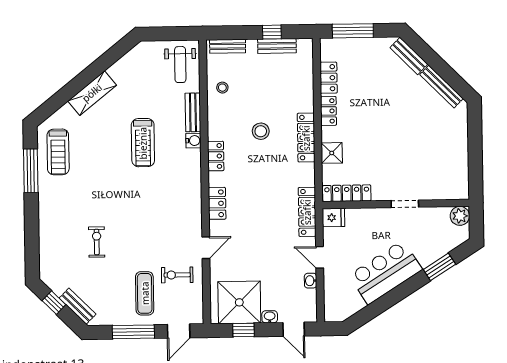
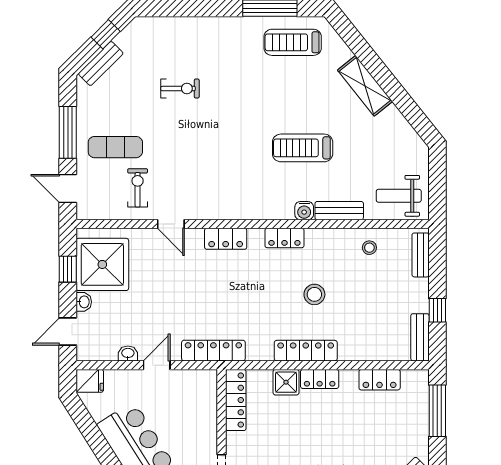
bench: (277, 46) -> (420, 337), moved
locker: (328, 111) -> (320, 379), moved
fridge: (333, 218) -> (90, 381), moved, turned -90

